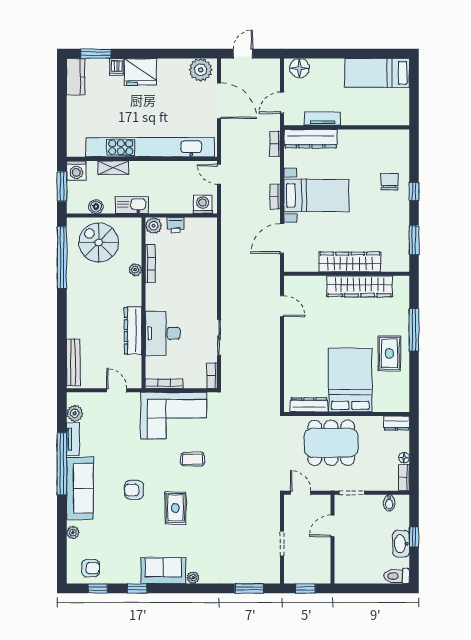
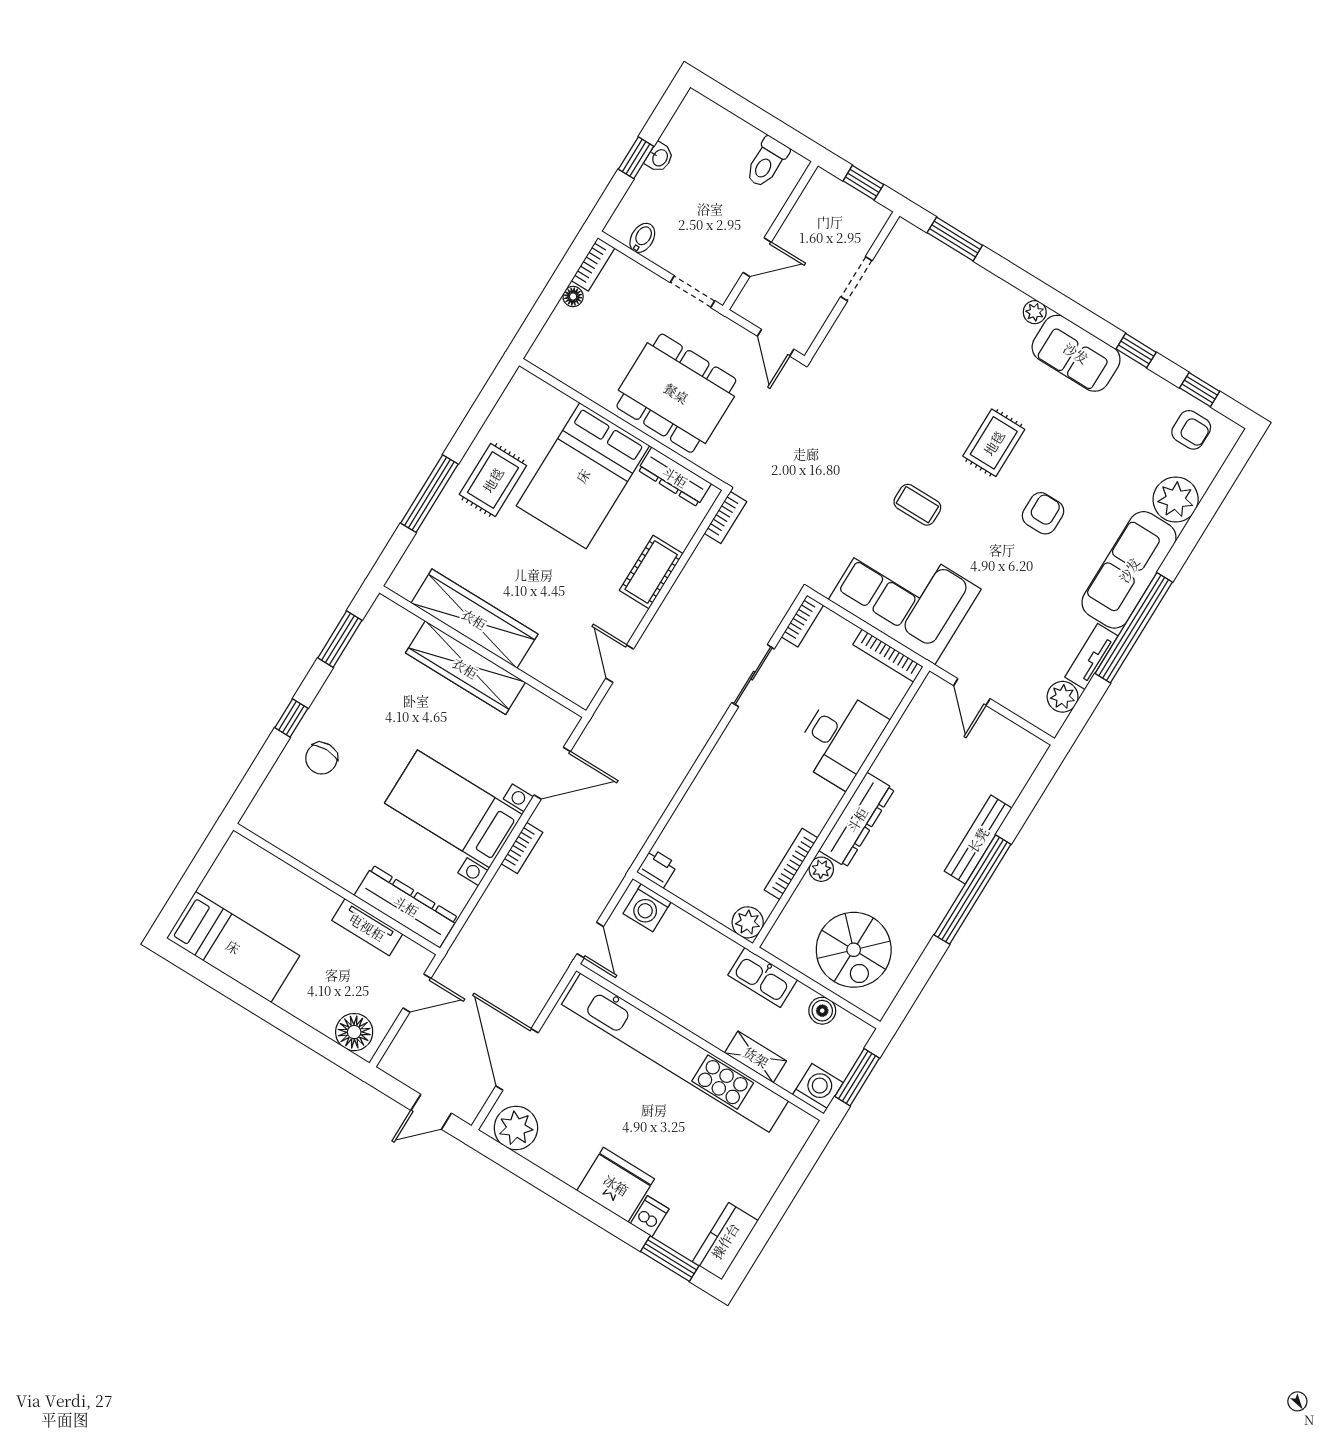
bookcase: (275, 144) -> (725, 517), moved
printer: (176, 225) -> (657, 868), moved
window: (62, 257) -> (973, 890), moved
dresser: (133, 331) -> (857, 820), moved
cot: (293, 356) -> (651, 572), added
bench: (73, 362) -> (978, 840), moved
dresser: (396, 423) -> (551, 360), removed
armchair: (134, 490) -> (1043, 513), turned -90
plant: (73, 533) -> (1176, 499), width x1.88, depth x1.88
washbasin: (401, 544) -> (659, 157), width x0.52, depth x0.69
armchair: (91, 568) -> (1191, 430), turned 180
toilet: (397, 576) -> (767, 162), moved, turned 90

